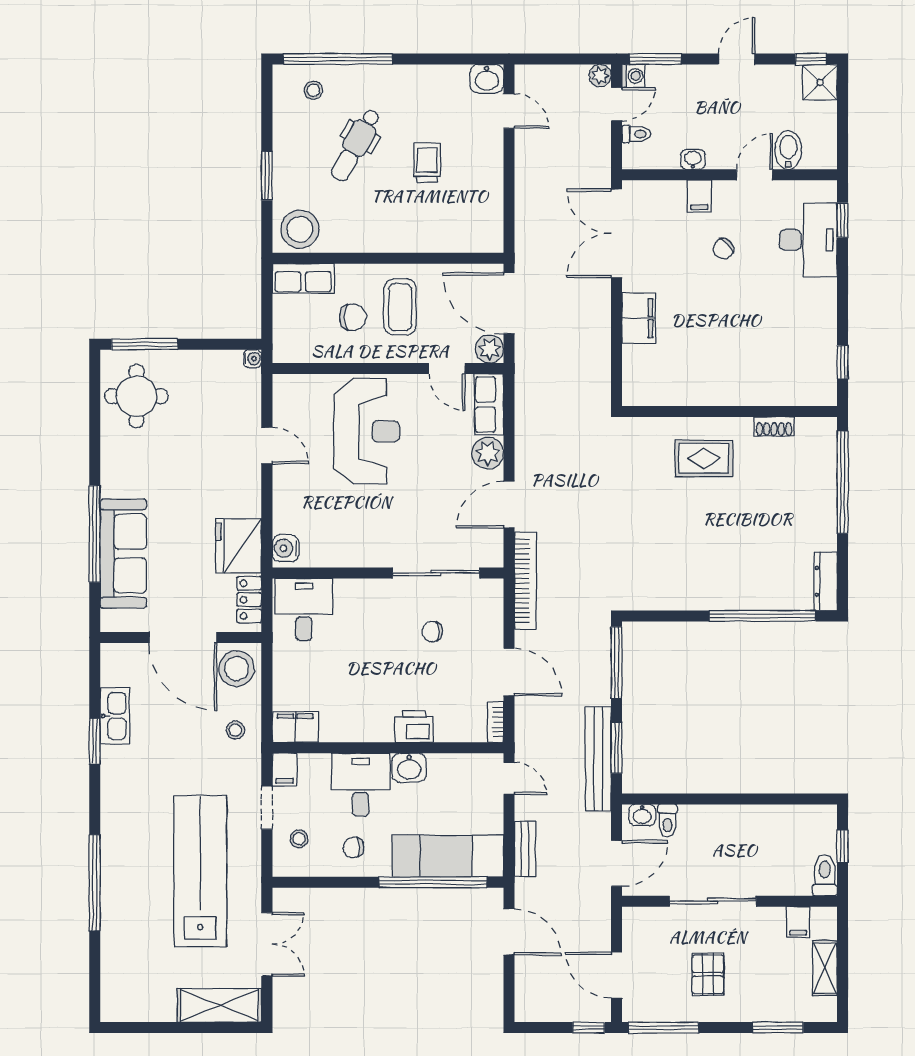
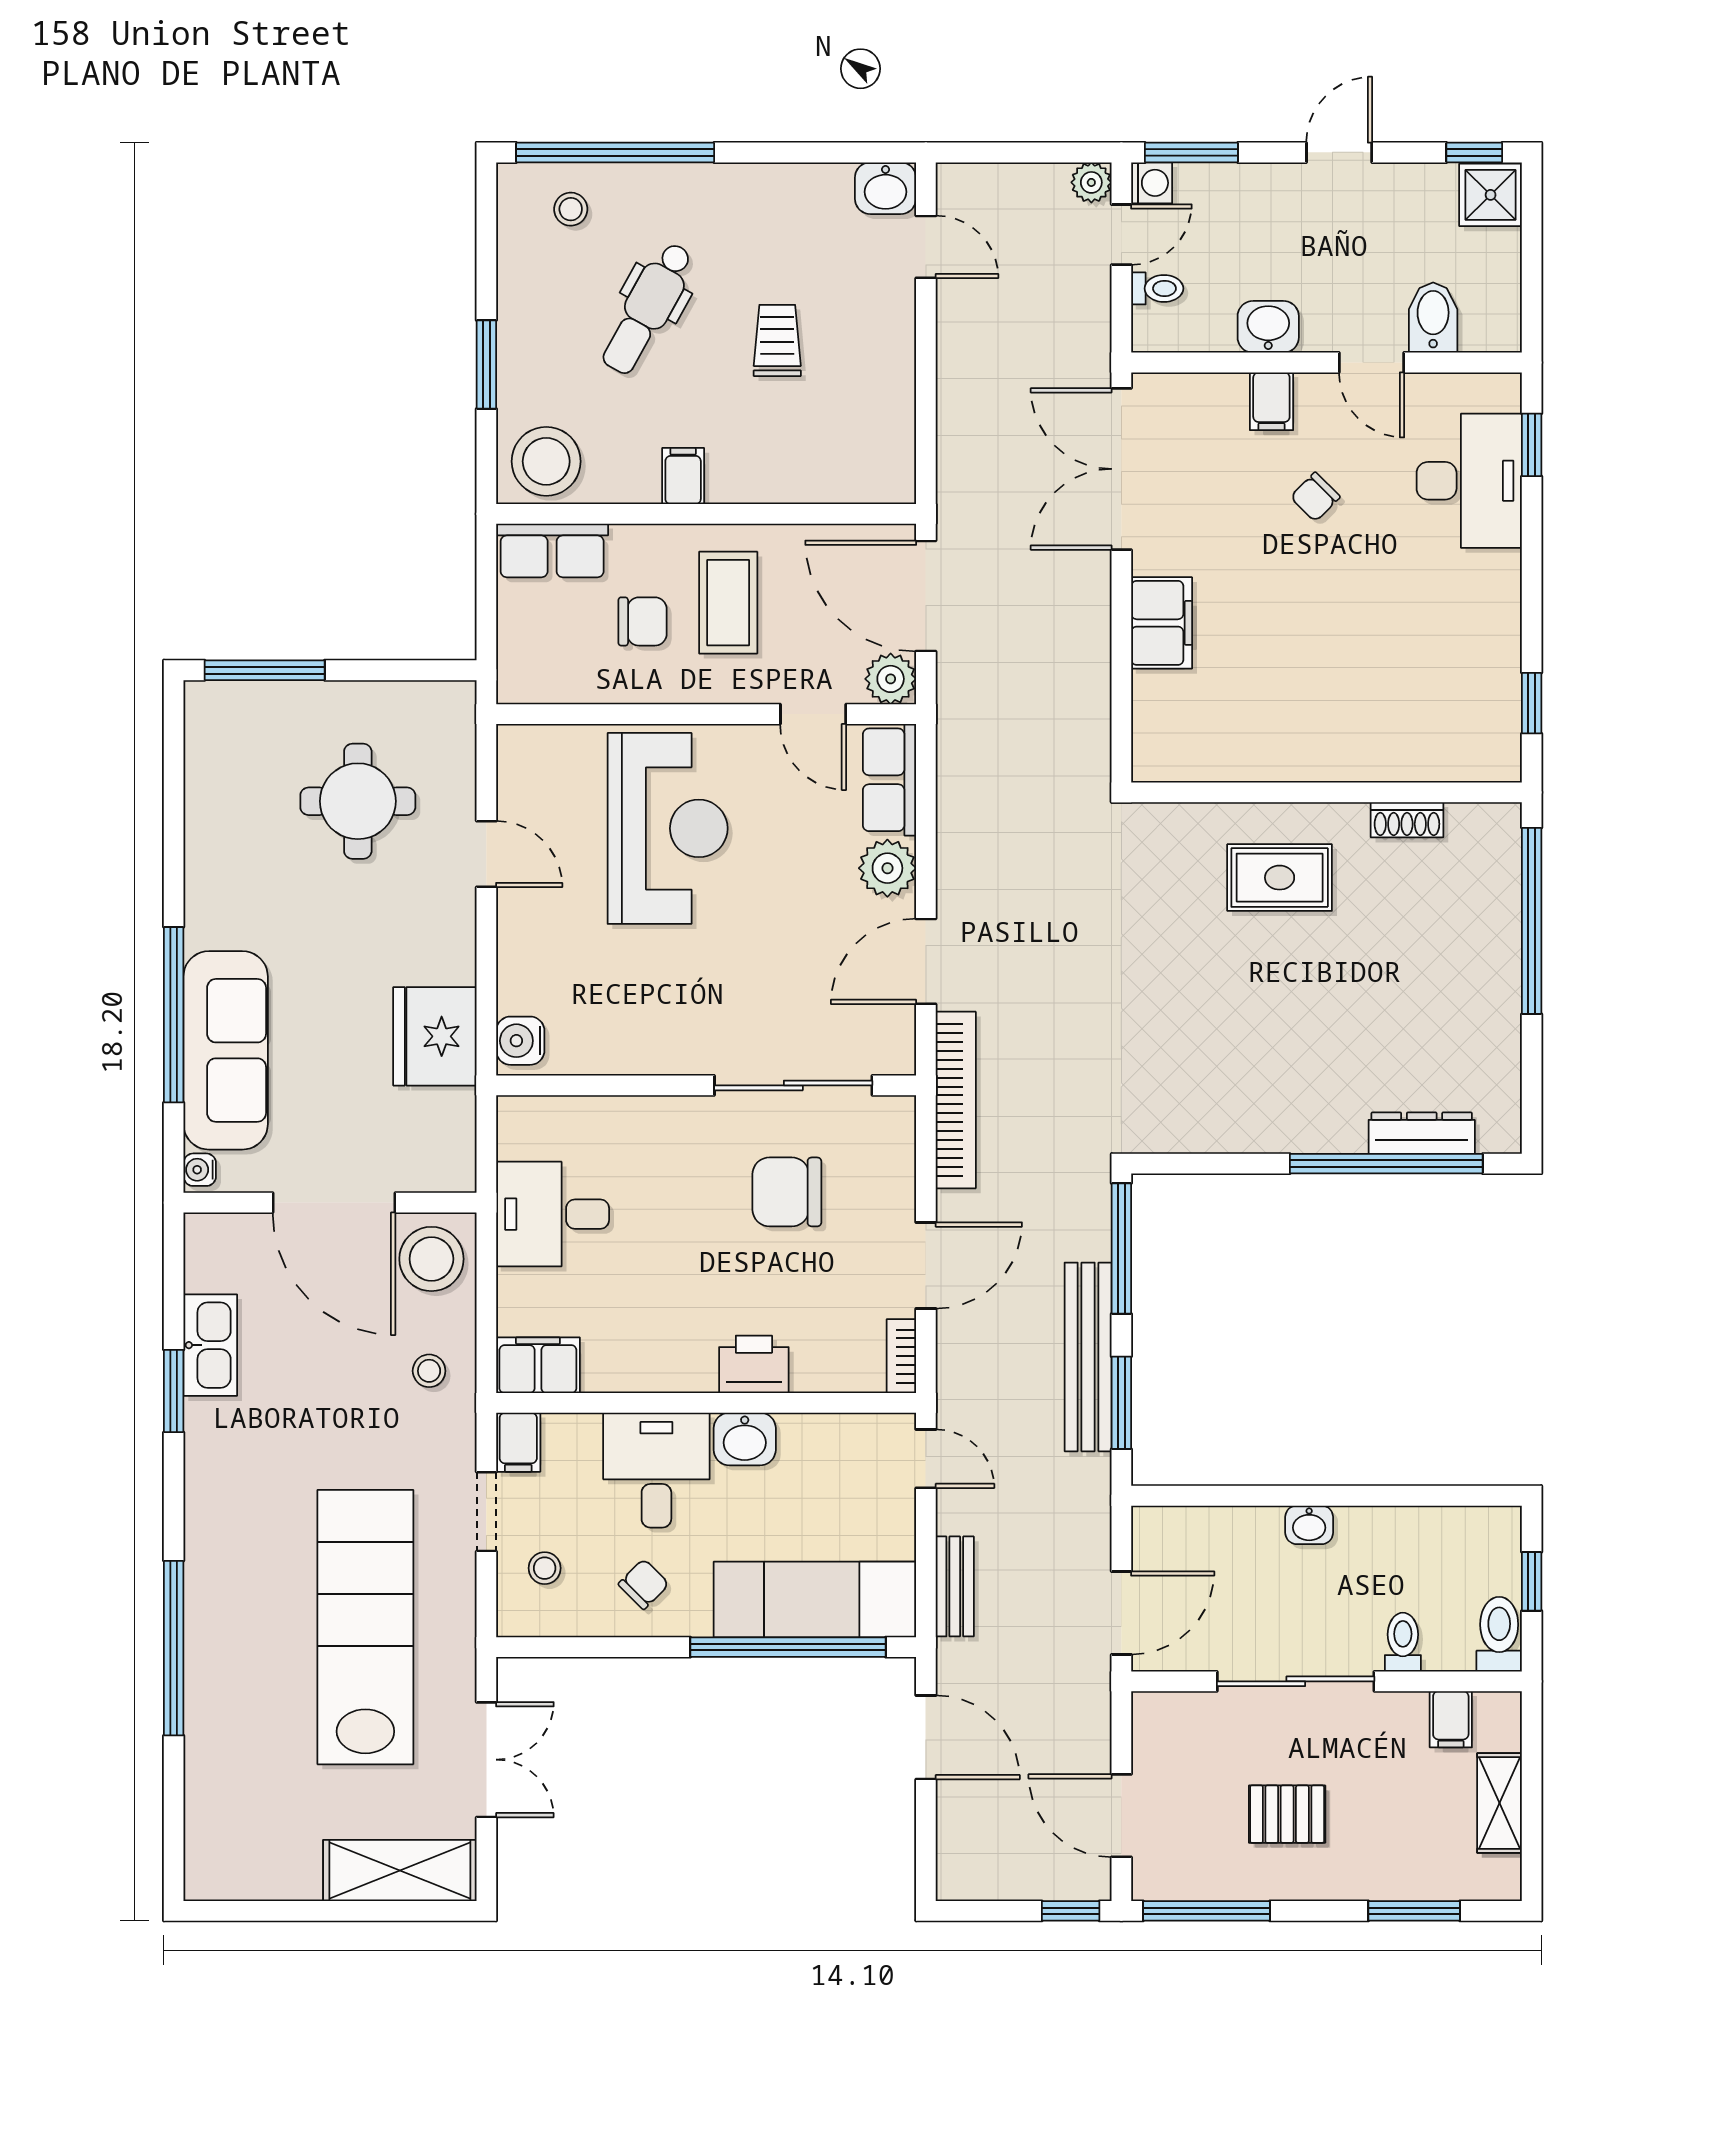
washbasin: (693, 159) -> (1268, 327), width x1.38, depth x1.45
door: (754, 175) -> (1372, 363), swing flipped
filing cabinet: (375, 237) -> (683, 476), added
water cooler: (253, 359) -> (200, 1170), moved, turned 180
round table: (137, 396) -> (358, 801), moved
dresser: (826, 581) -> (1422, 1133), moved, turned 90
locker: (249, 600) -> (454, 1134), removed
desk: (304, 609) -> (553, 1214), moved, turned -90
chair: (432, 632) -> (787, 1192), width x1.87, depth x1.87
door: (509, 672) -> (926, 1266), hinge flipped
bench: (598, 759) -> (1088, 1357), moved
washbasin: (642, 815) -> (1309, 1525), moved
toilet: (667, 820) -> (1403, 1642), moved, turned 180
chair: (354, 848) -> (644, 1584), turned 139
pallet: (708, 974) -> (1287, 1814), turned 90

